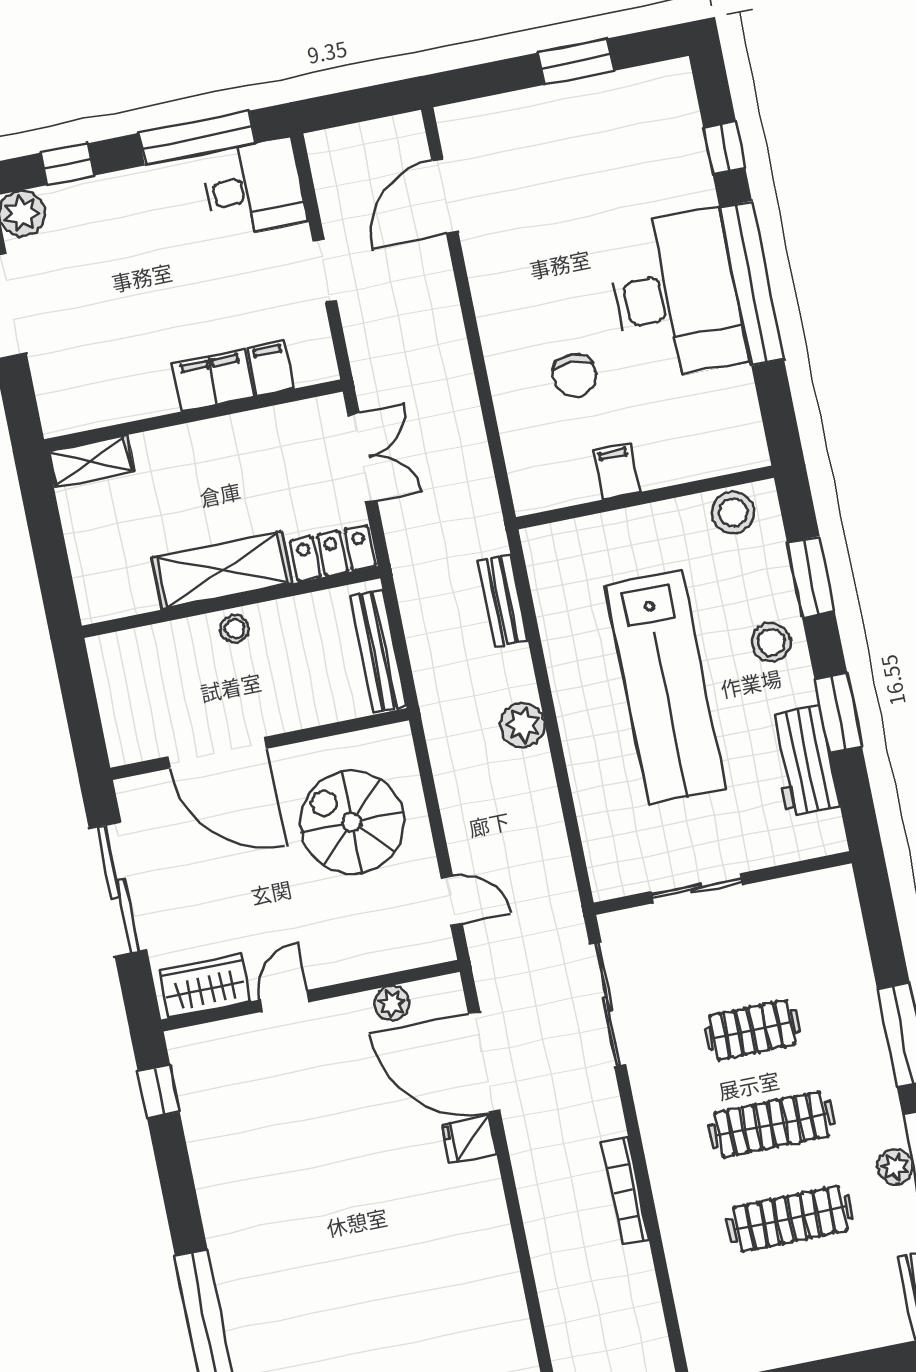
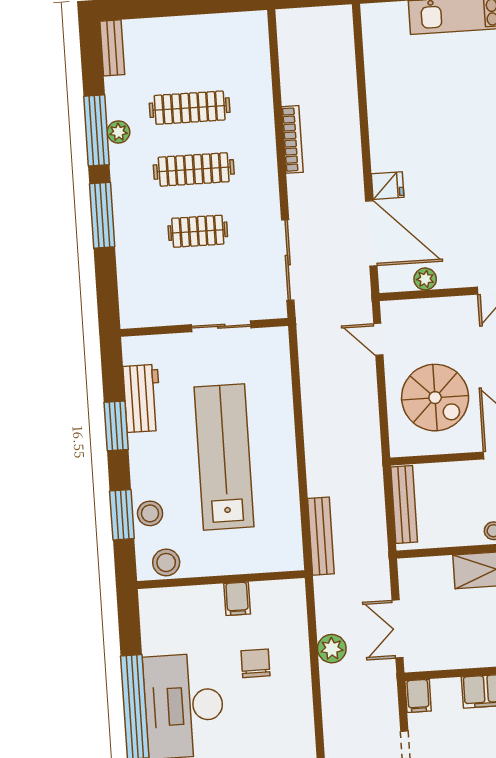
filing cabinet: (271, 368) -> (418, 696), moved
locker: (333, 554) -> (425, 570), removed
bench: (503, 601) -> (321, 536), width x1.36
stool: (771, 642) -> (150, 513), moved
plant: (523, 725) -> (332, 649), moved

